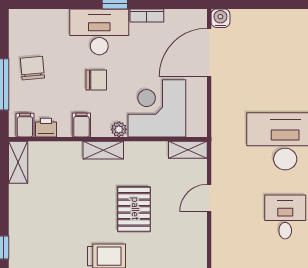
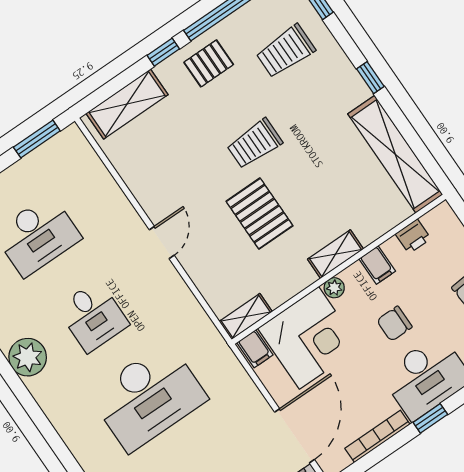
bookcase: (147, 16) -> (377, 436), width x1.56
filing cabinet: (25, 125) -> (255, 349), moved
shelving: (18, 162) -> (395, 154), width x2.20, depth x1.33
door: (209, 198) -> (162, 243), moved

